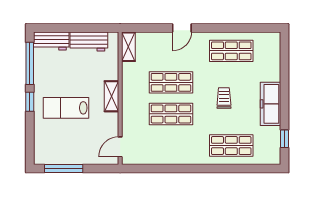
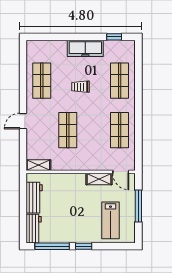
door: (182, 28) -> (23, 121), swing flipped
shelving: (112, 96) -> (99, 179), moved
lab bench: (66, 108) -> (110, 220), moved
shop shelf: (171, 114) -> (120, 130), moved
window: (64, 168) -> (138, 206), moved

